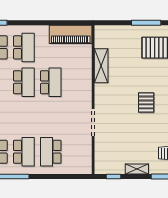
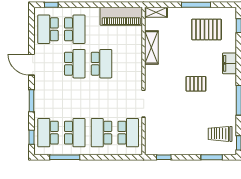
pallet: (146, 102) -> (196, 84), turned 90
school desk: (78, 152) -> (128, 133), added
shelving: (137, 169) -> (156, 12), moved

